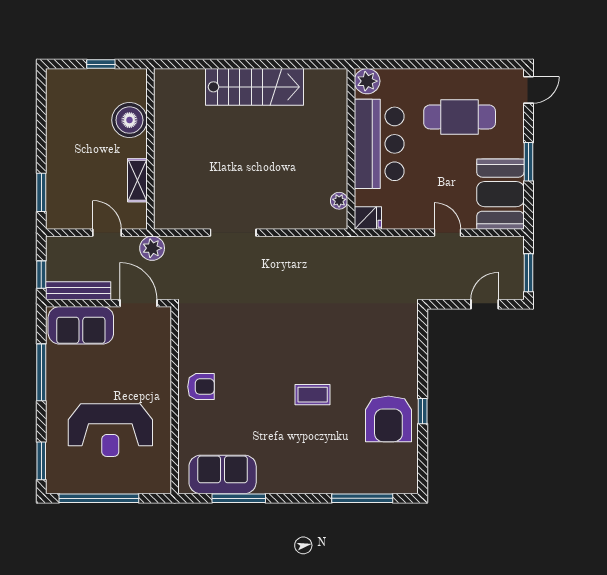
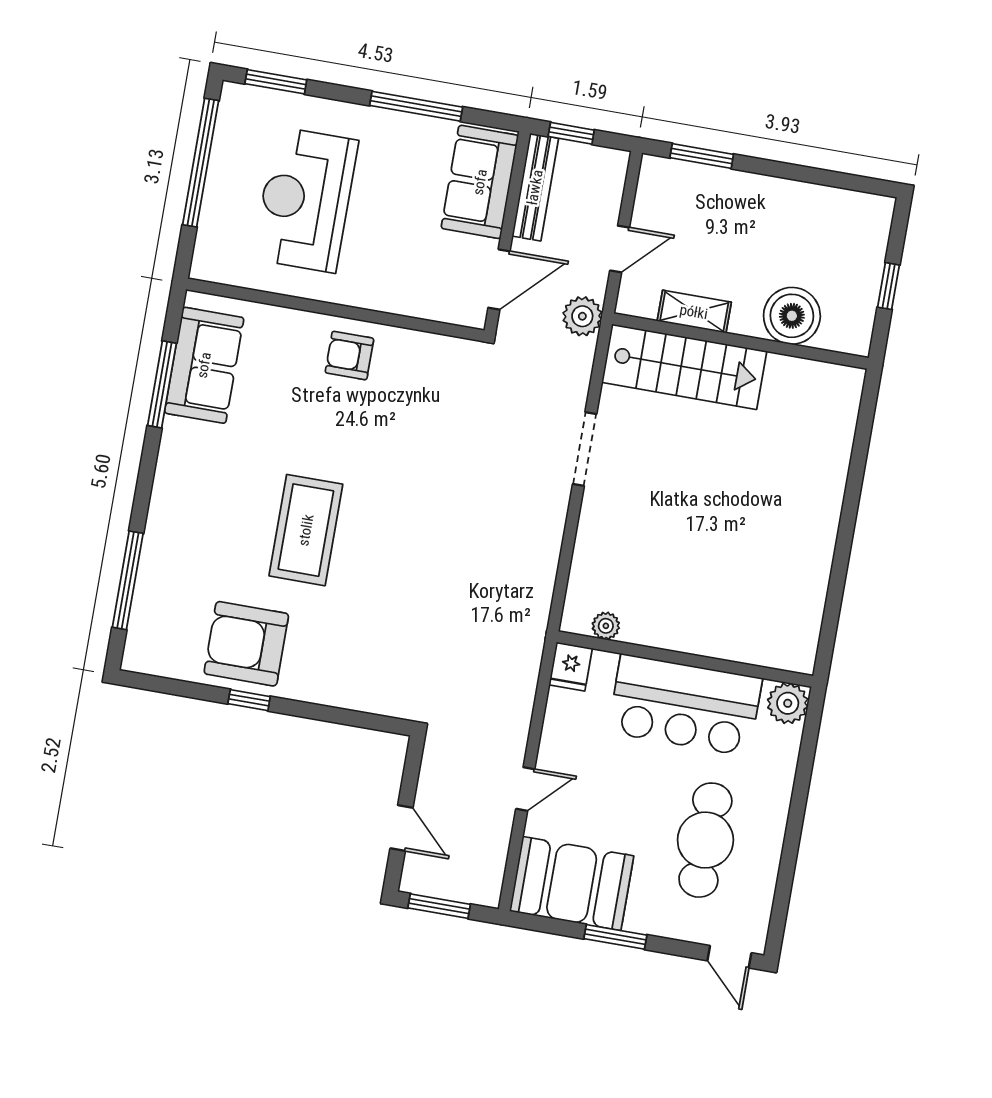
stairs: (254, 87) -> (684, 367), moved, turned -90
armchair: (201, 387) -> (349, 356), turned 90
coffee table: (313, 395) -> (306, 530), width x1.86, depth x1.72

